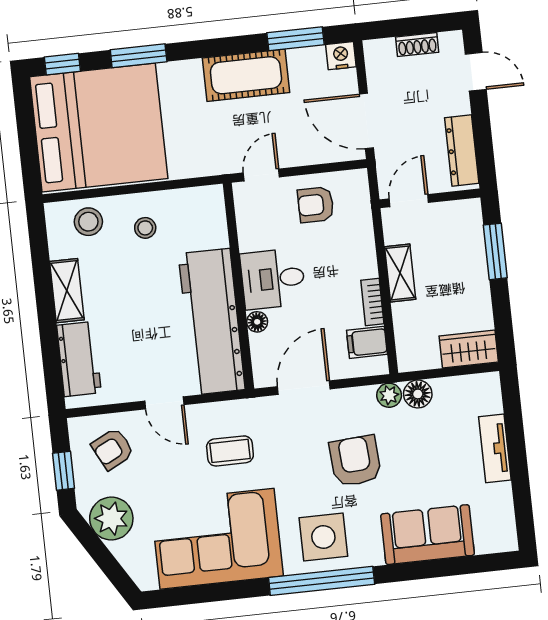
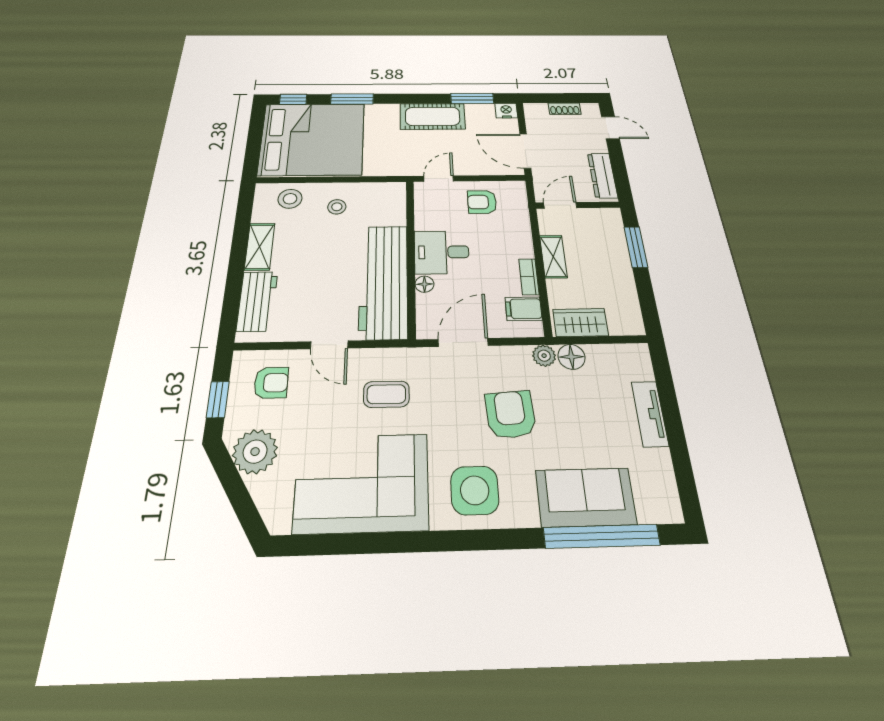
wardrobe: (469, 349) -> (580, 322), moved
armchair: (113, 449) -> (271, 383), turned -153
window: (322, 581) -> (602, 536), moved

